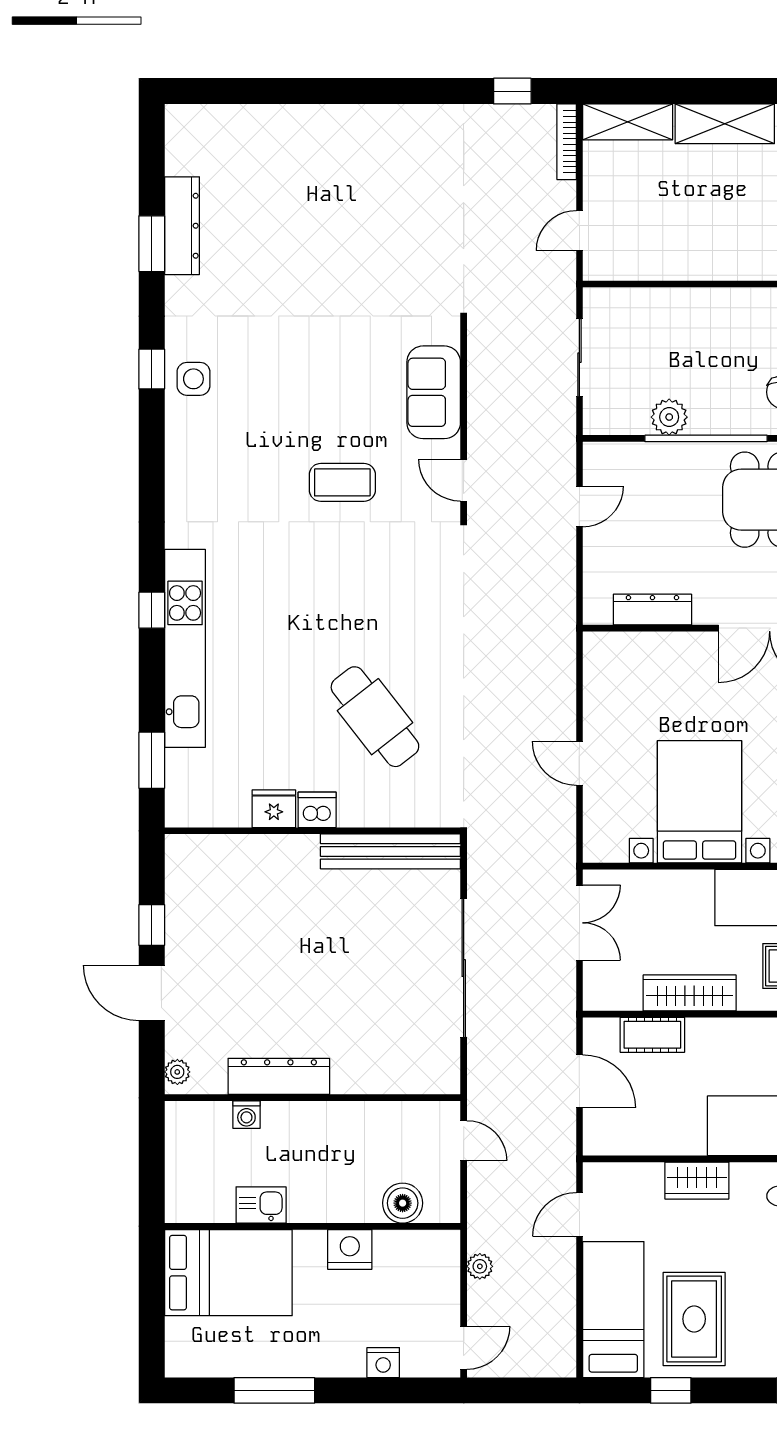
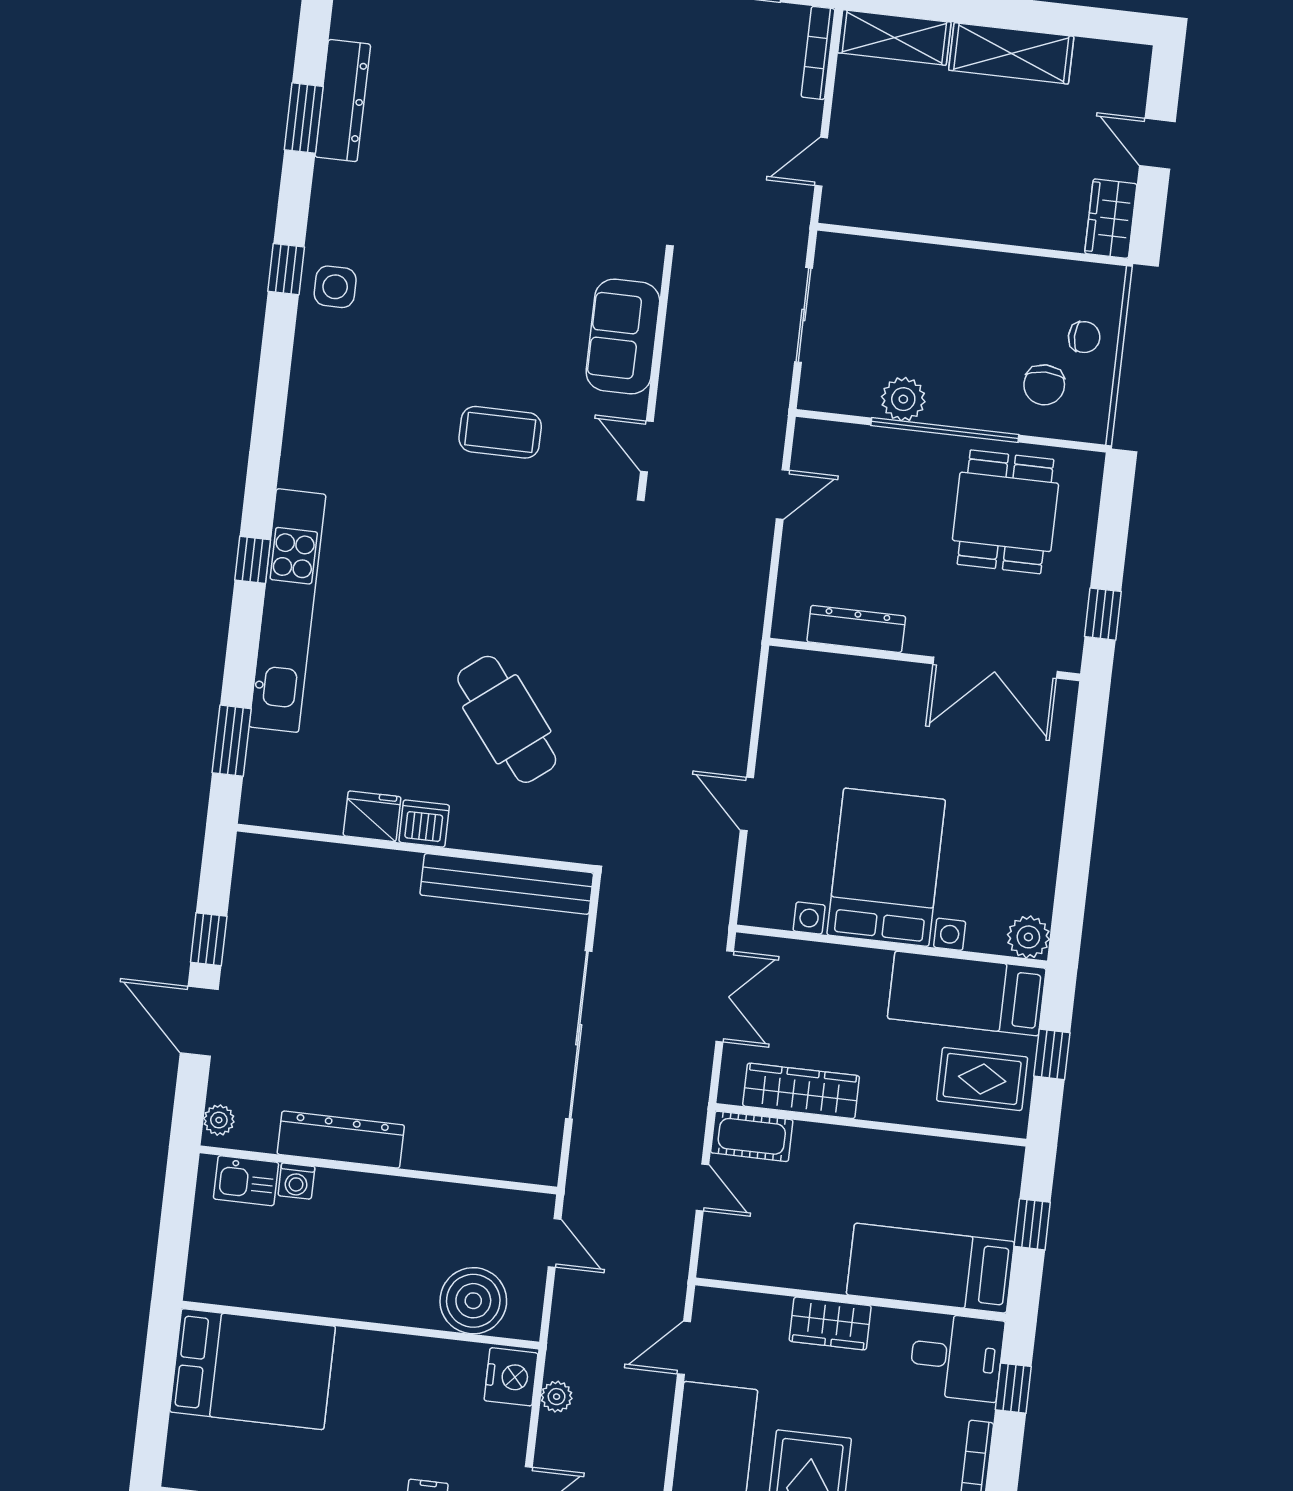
wardrobe: (690, 993) -> (801, 1091), moved
cot: (652, 1035) -> (752, 1136), moved
door: (579, 1081) -> (703, 1187), width x0.73
boiler: (403, 1203) -> (473, 1301), width x1.37, depth x1.37
kitchen sink: (261, 1205) -> (246, 1181), moved, turned 180
nightstand: (350, 1249) -> (511, 1377), moved, turned 90

